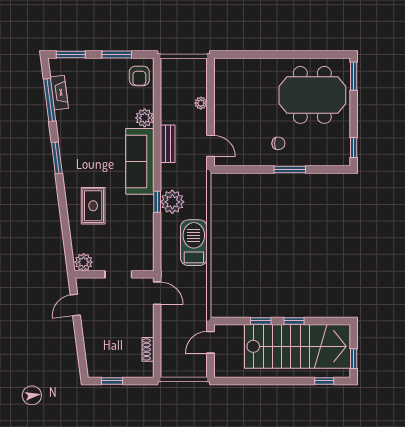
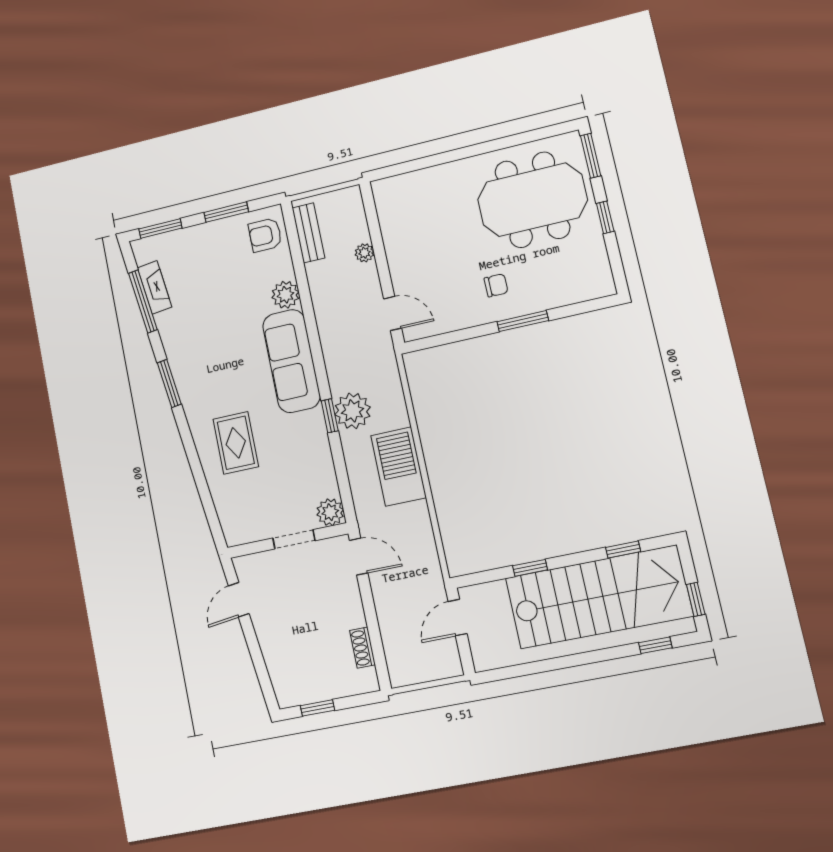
armchair: (139, 76) -> (265, 235), turned 90
bench: (168, 144) -> (308, 233), moved
window: (354, 148) -> (605, 217), moved
plant: (84, 262) -> (330, 512), moved
window: (294, 321) -> (623, 549), moved

